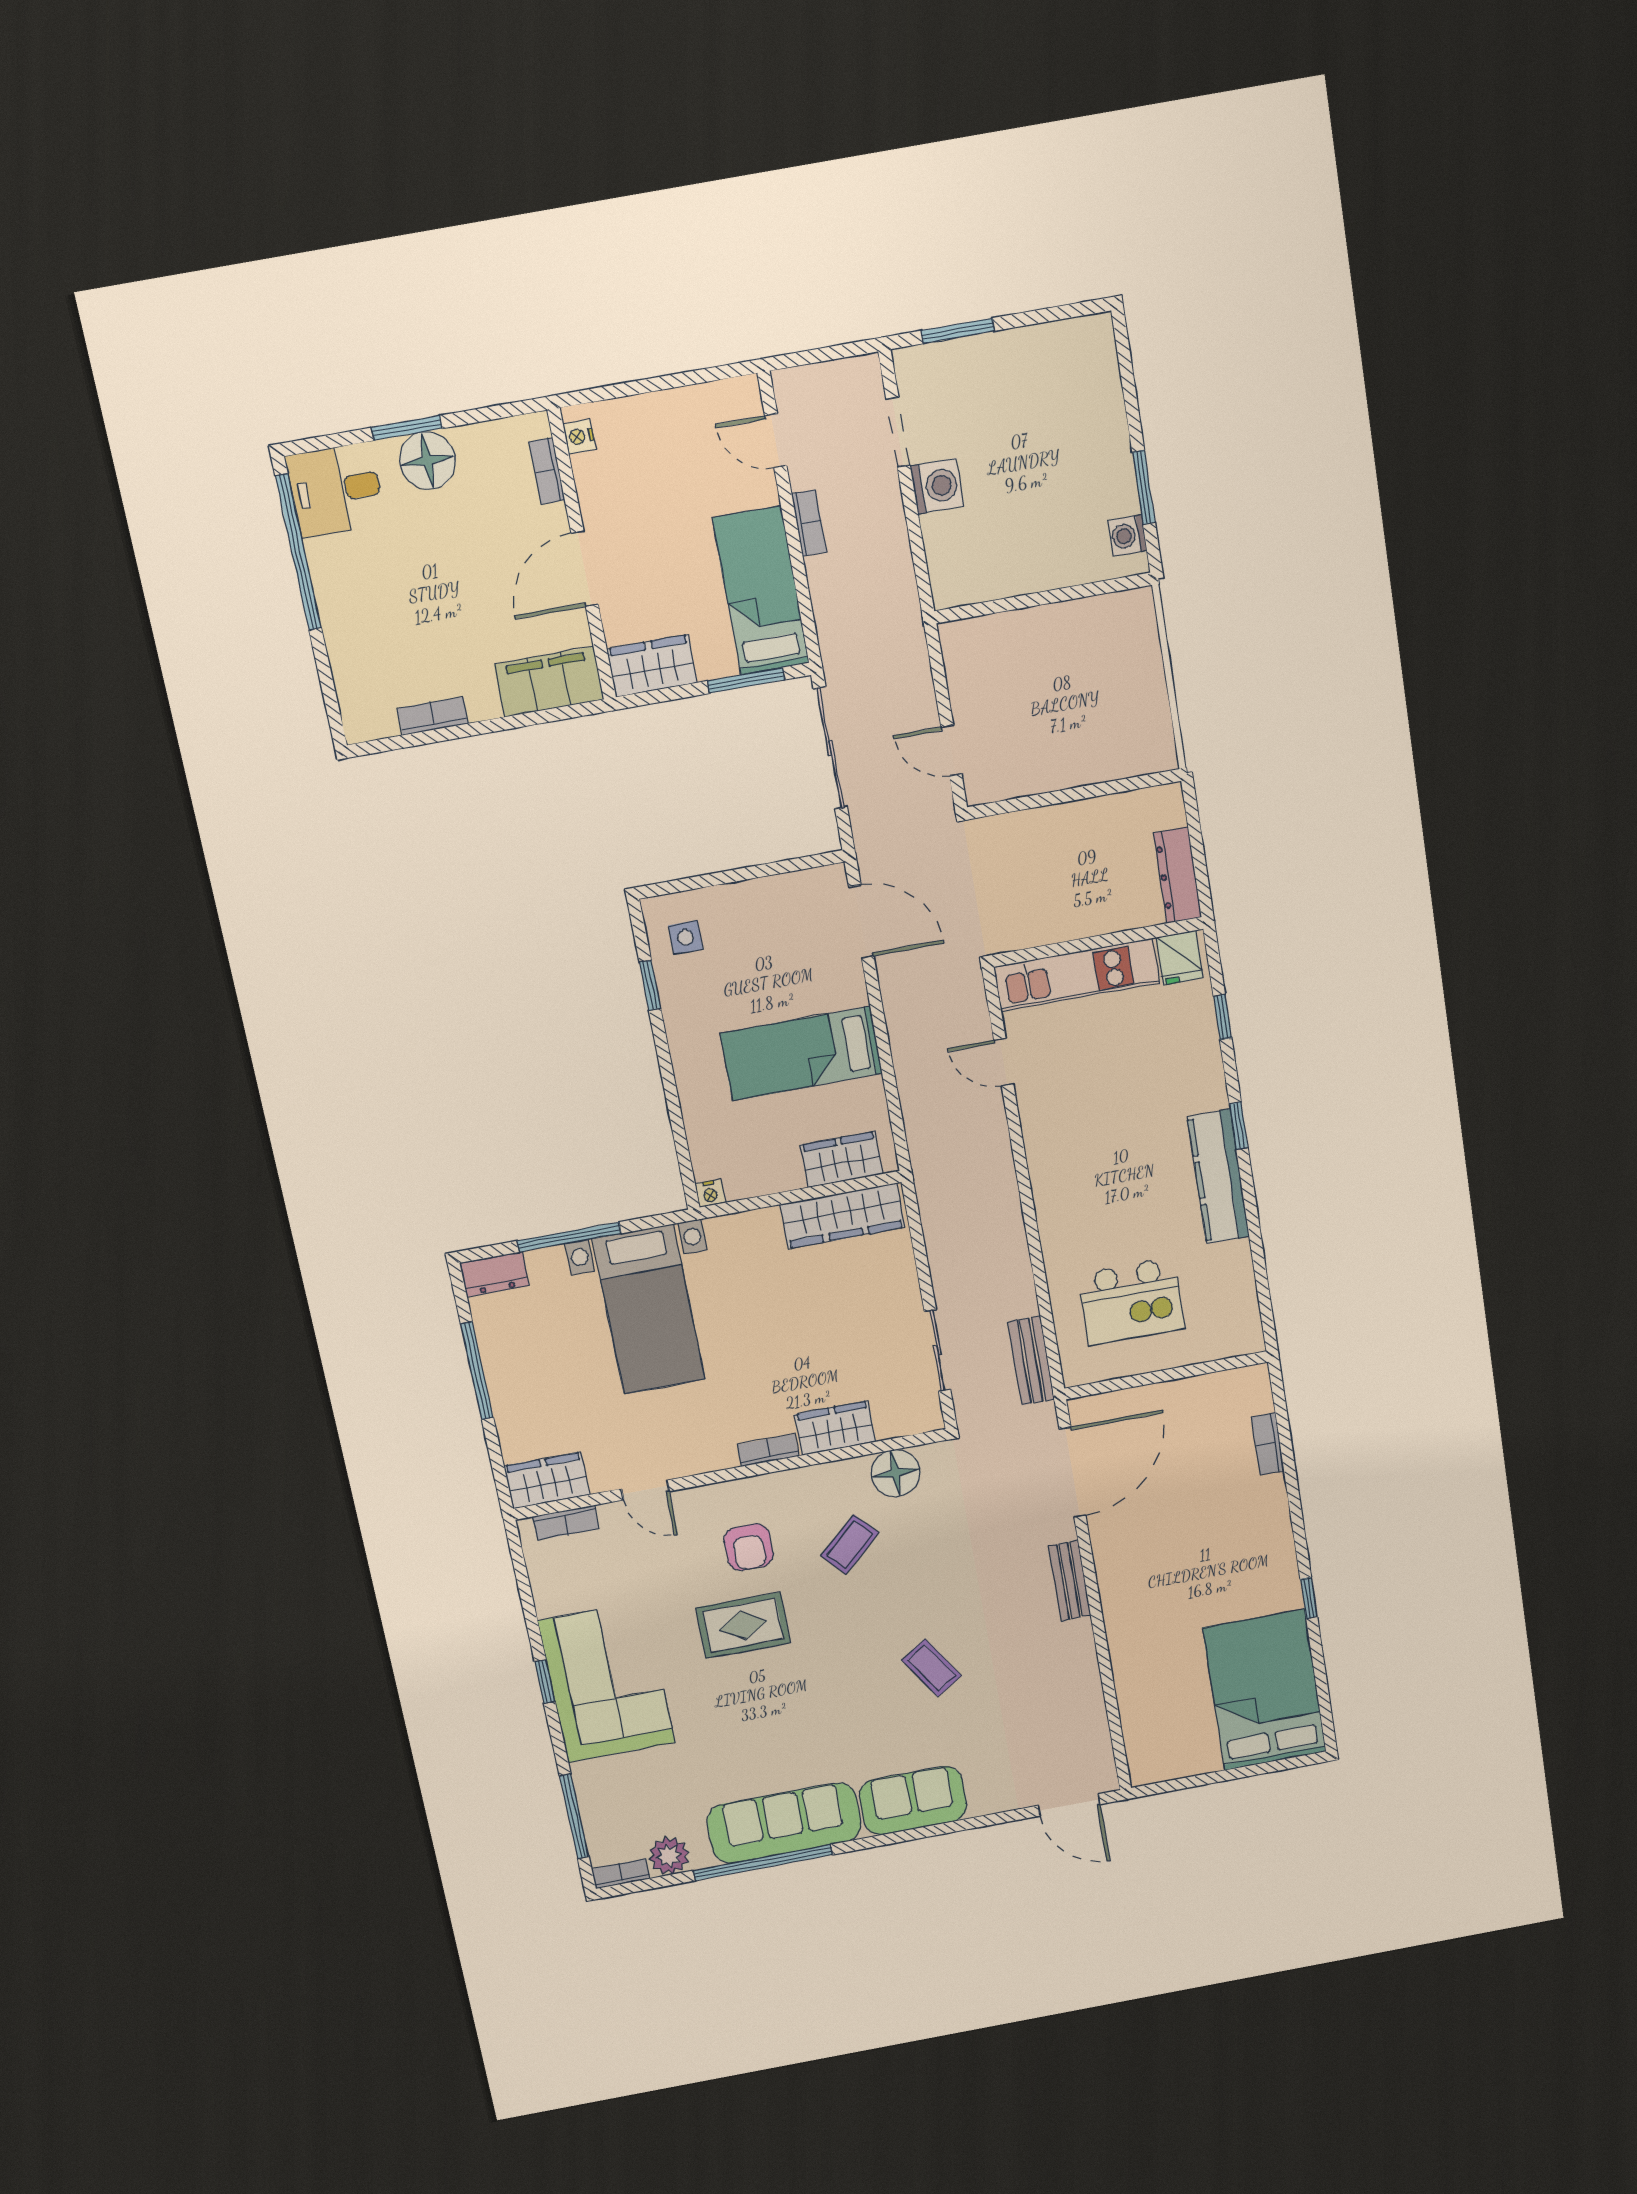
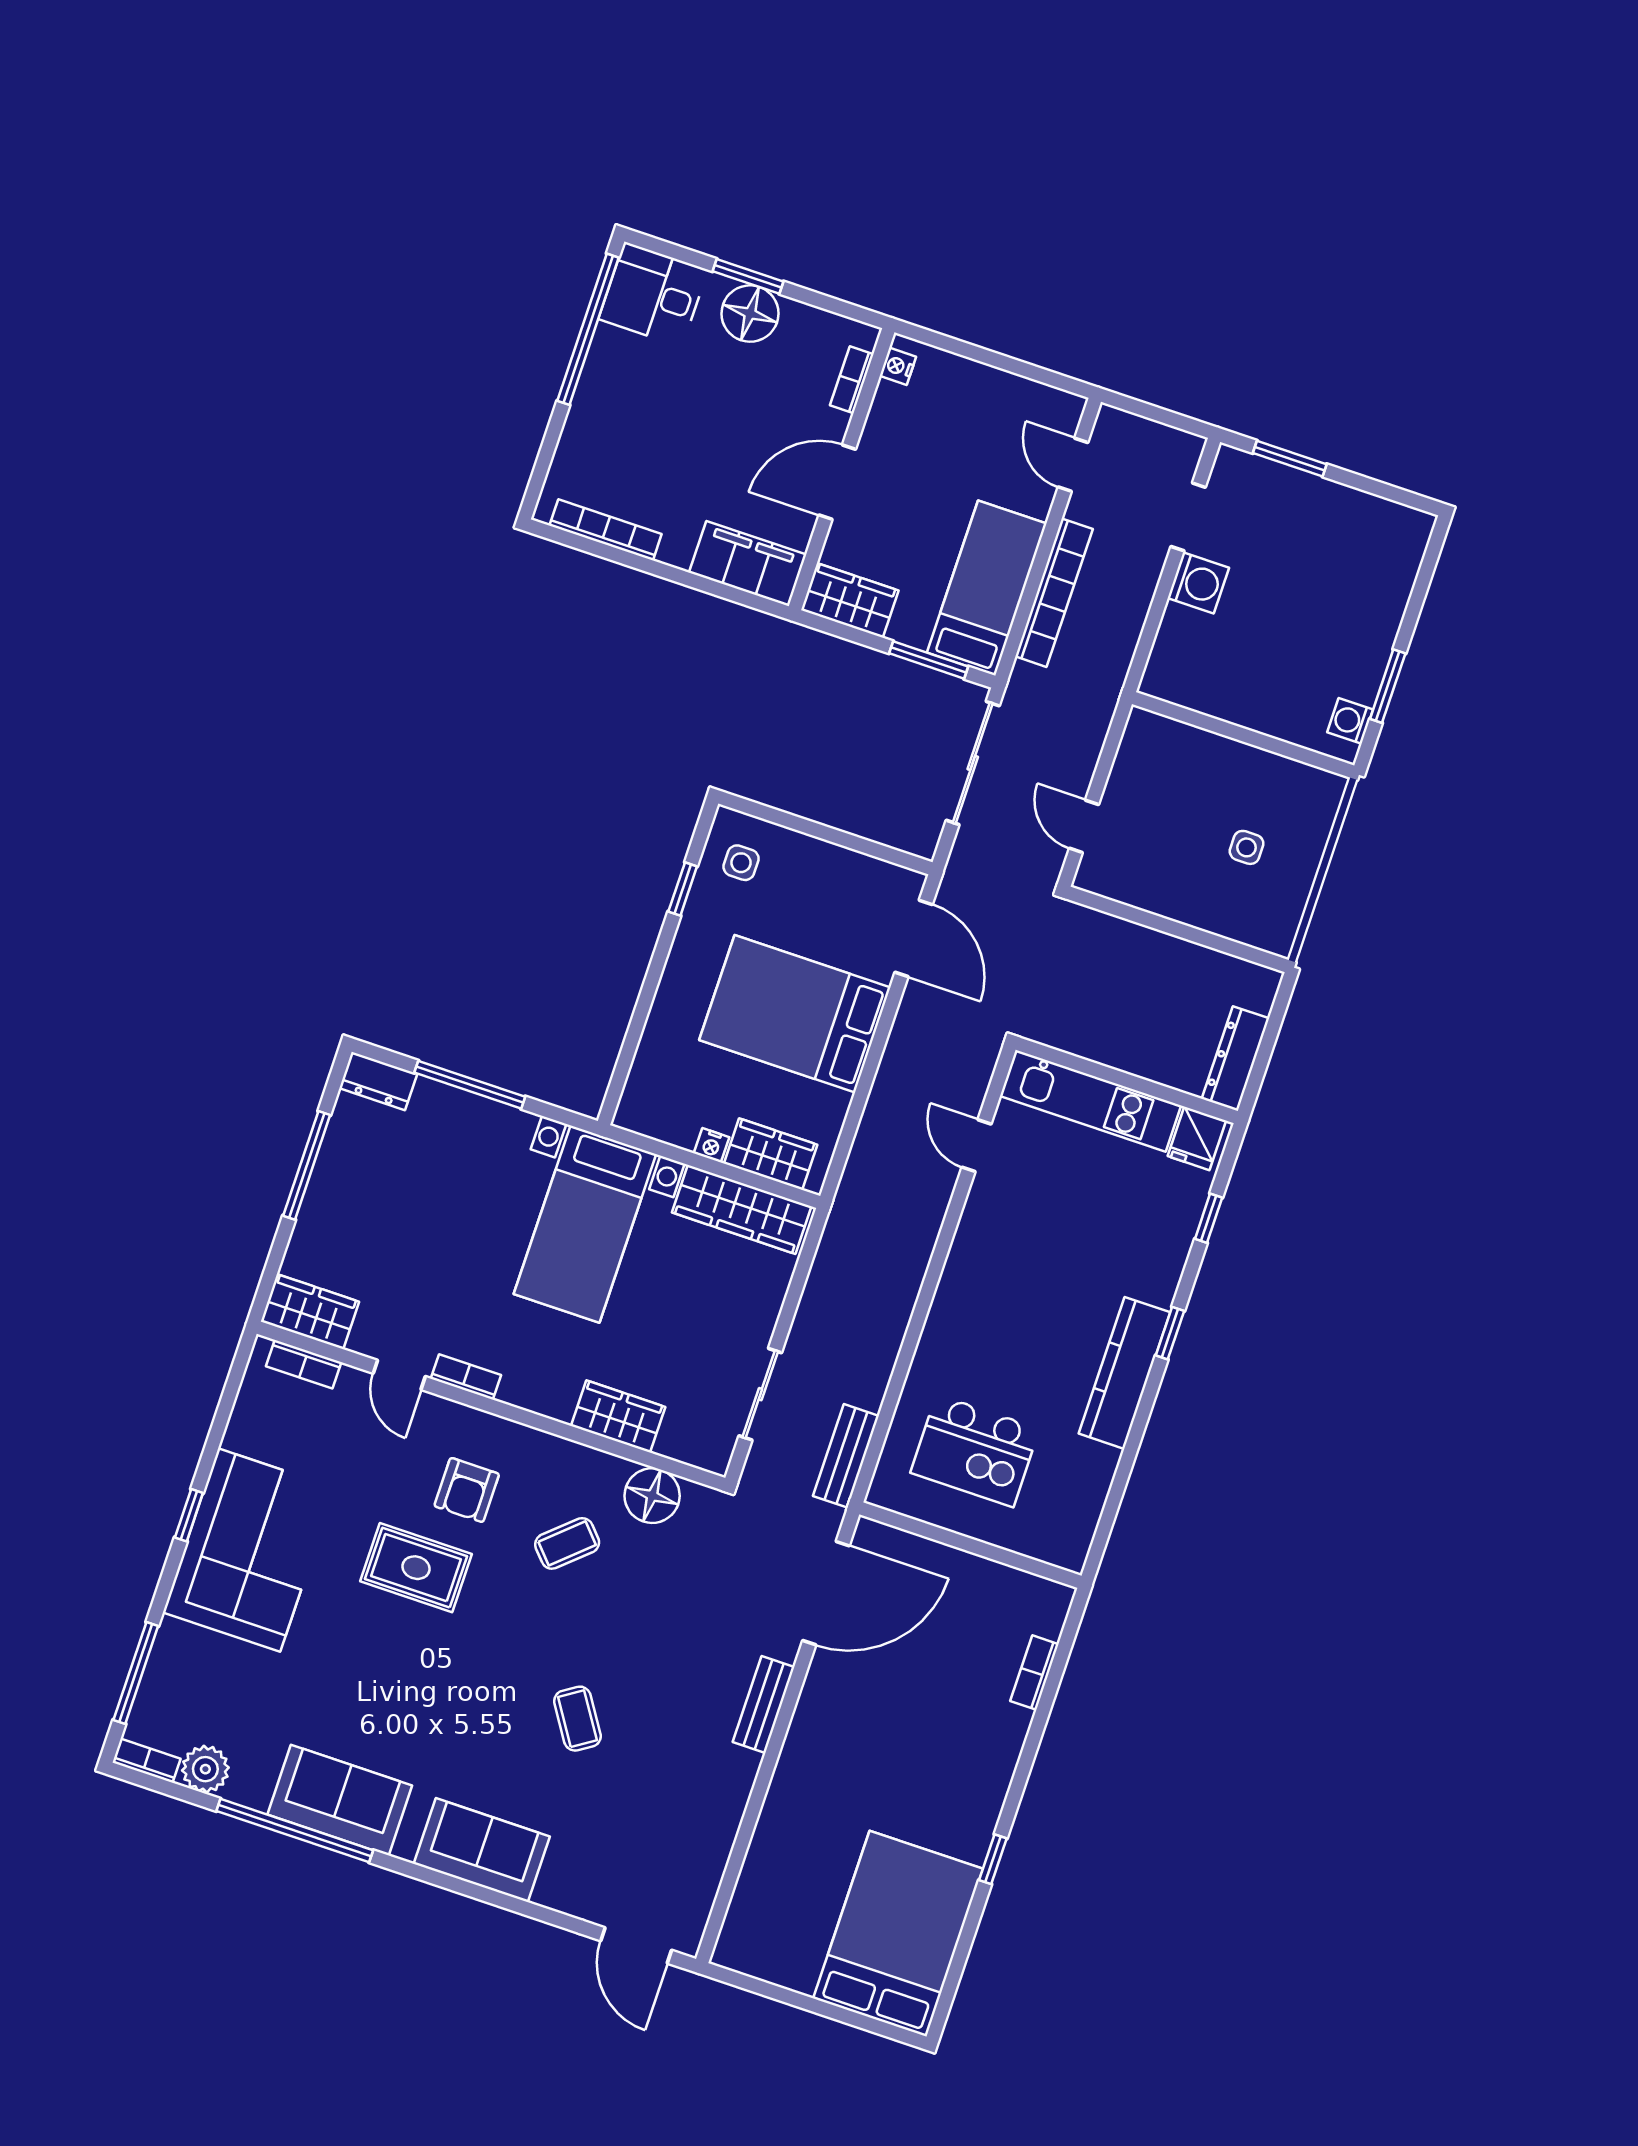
bookcase: (809, 523) -> (1054, 593), width x2.31, depth x1.31
side table: (1096, 693) -> (1247, 847), added
bookcase: (433, 716) -> (606, 530), width x1.56
bed: (801, 1053) -> (795, 1014), width x1.50
nightstand: (710, 1193) -> (712, 1145), moved
bed with nightstands: (649, 1309) -> (585, 1224), moved
bookcase: (768, 1450) -> (466, 1377), moved
sofa: (784, 1823) -> (340, 1800), width x0.73

